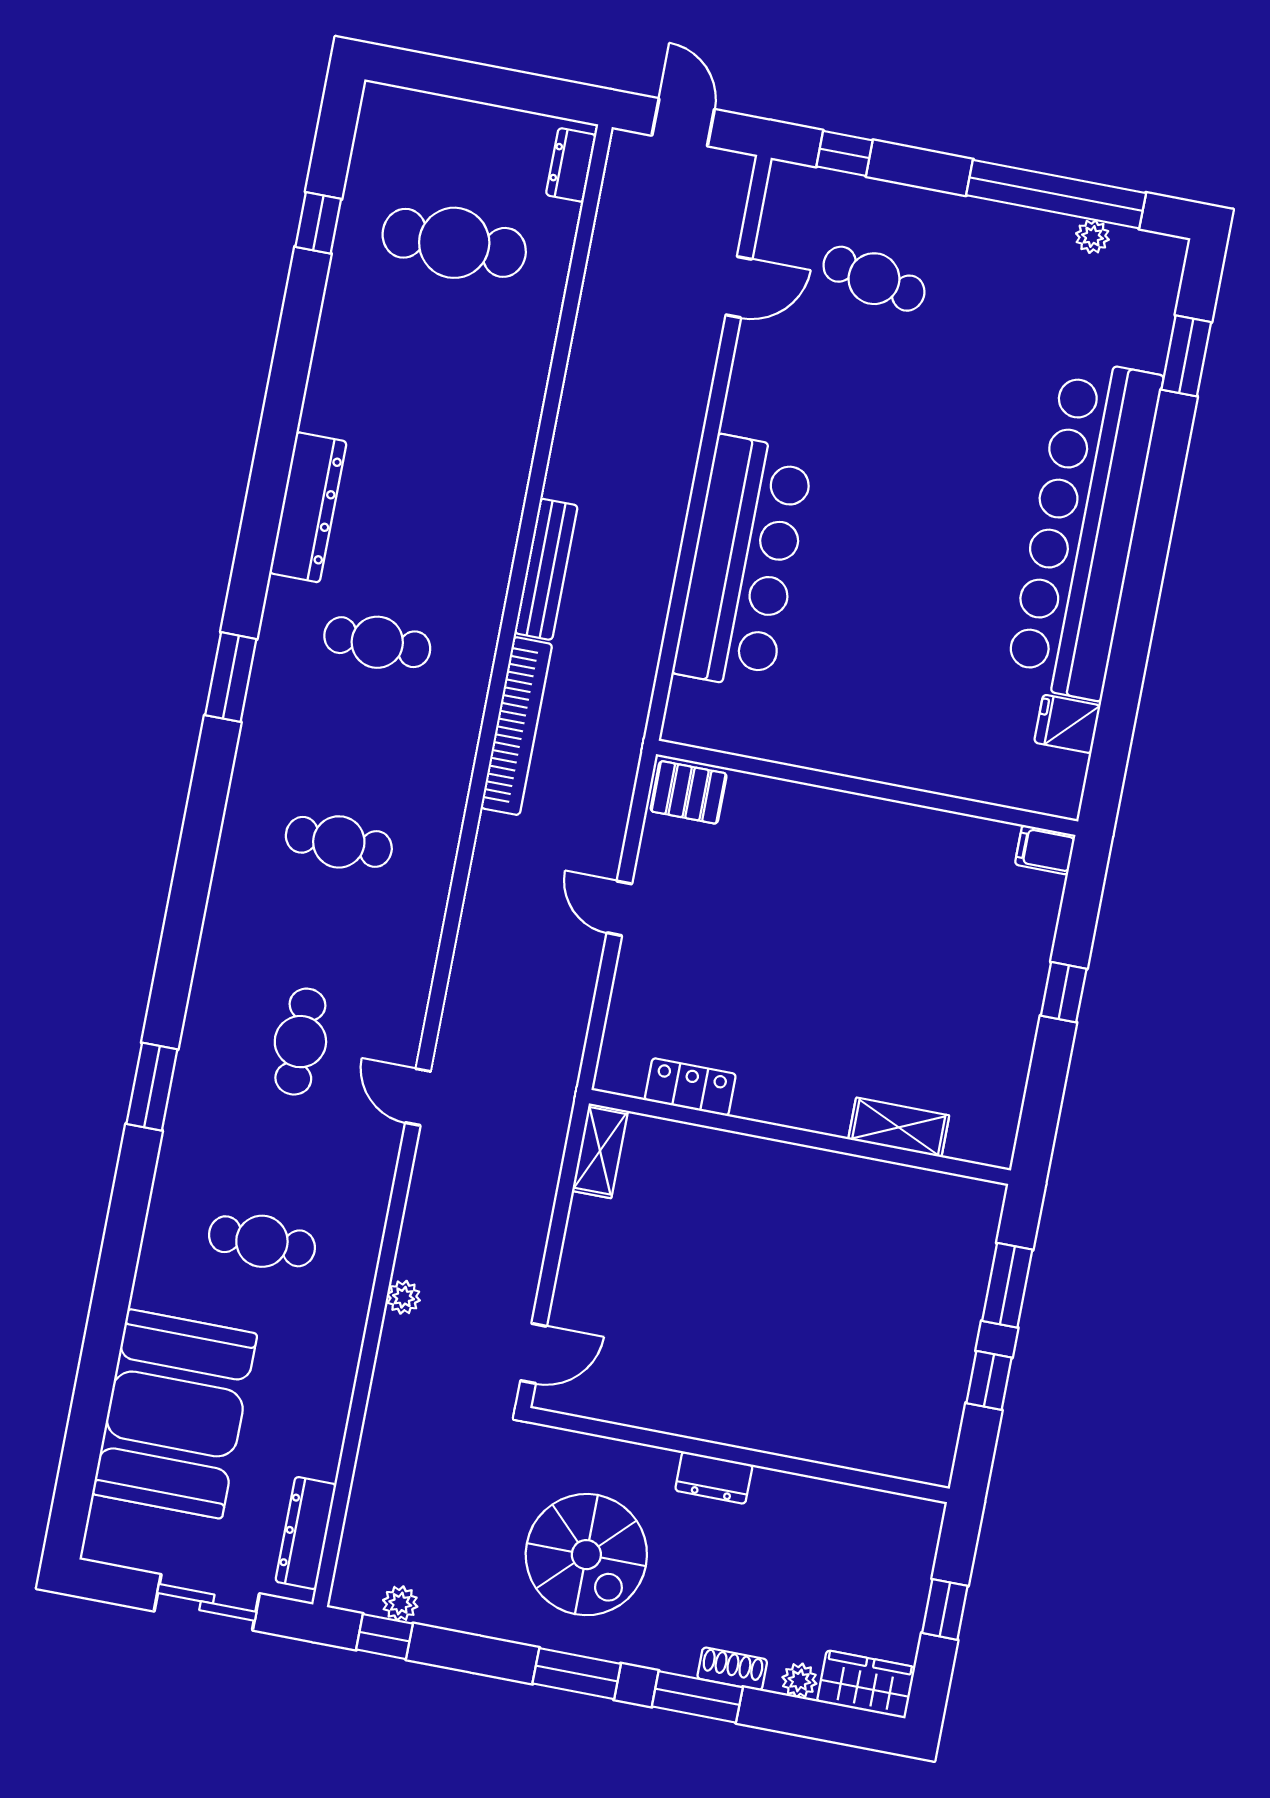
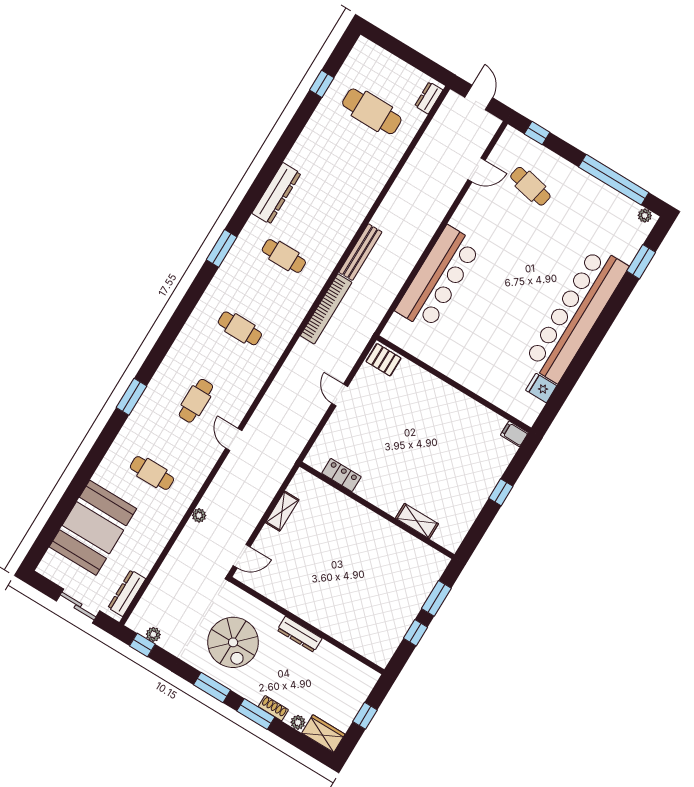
plant: (1092, 237) -> (645, 215), moved
shelving: (600, 1151) -> (282, 511), moved
dresser: (714, 1478) -> (300, 634), width x1.44

